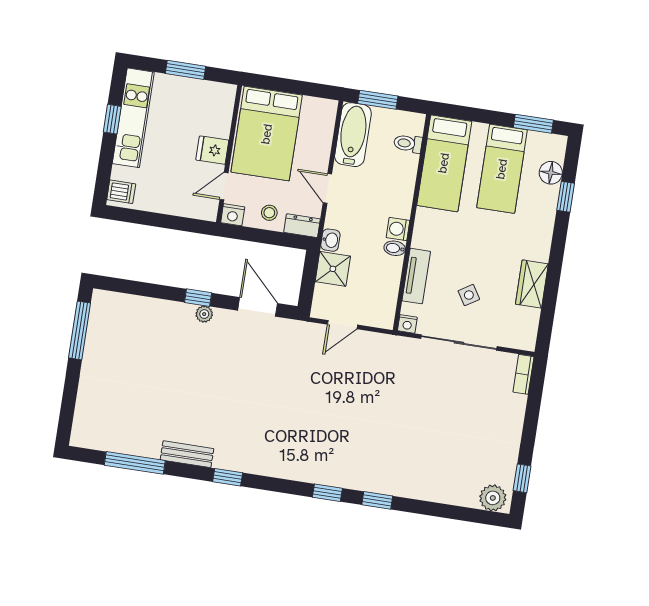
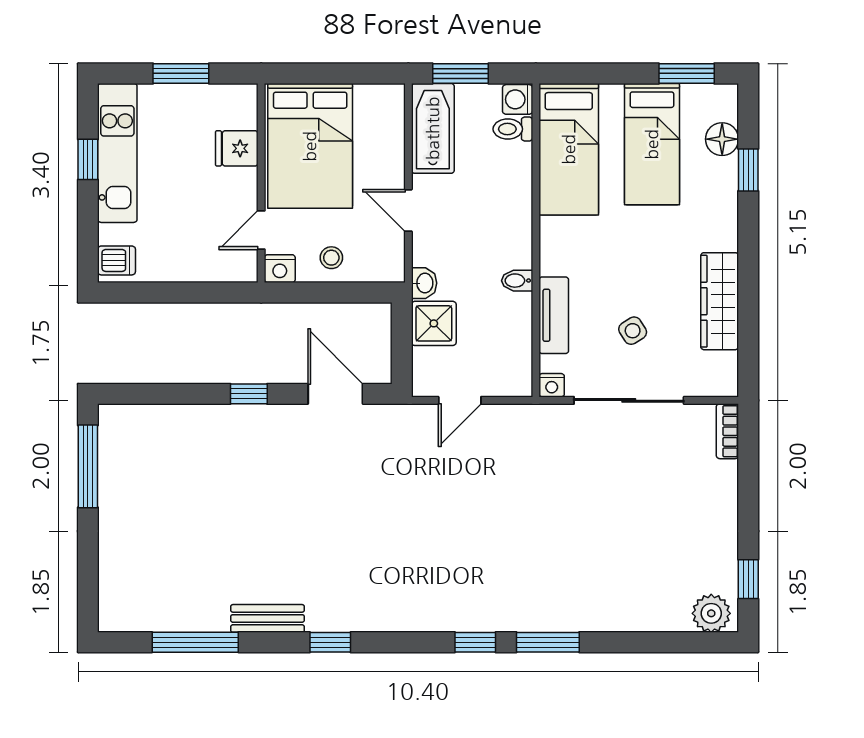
fridge: (212, 150) -> (237, 148), moved
dresser: (302, 226) -> (381, 269), removed
washing machine: (398, 229) -> (518, 99), moved
wardrobe: (532, 284) -> (720, 301), width x1.50
plant: (204, 314) -> (261, 416), removed
window: (377, 500) -> (548, 642), width x1.50

